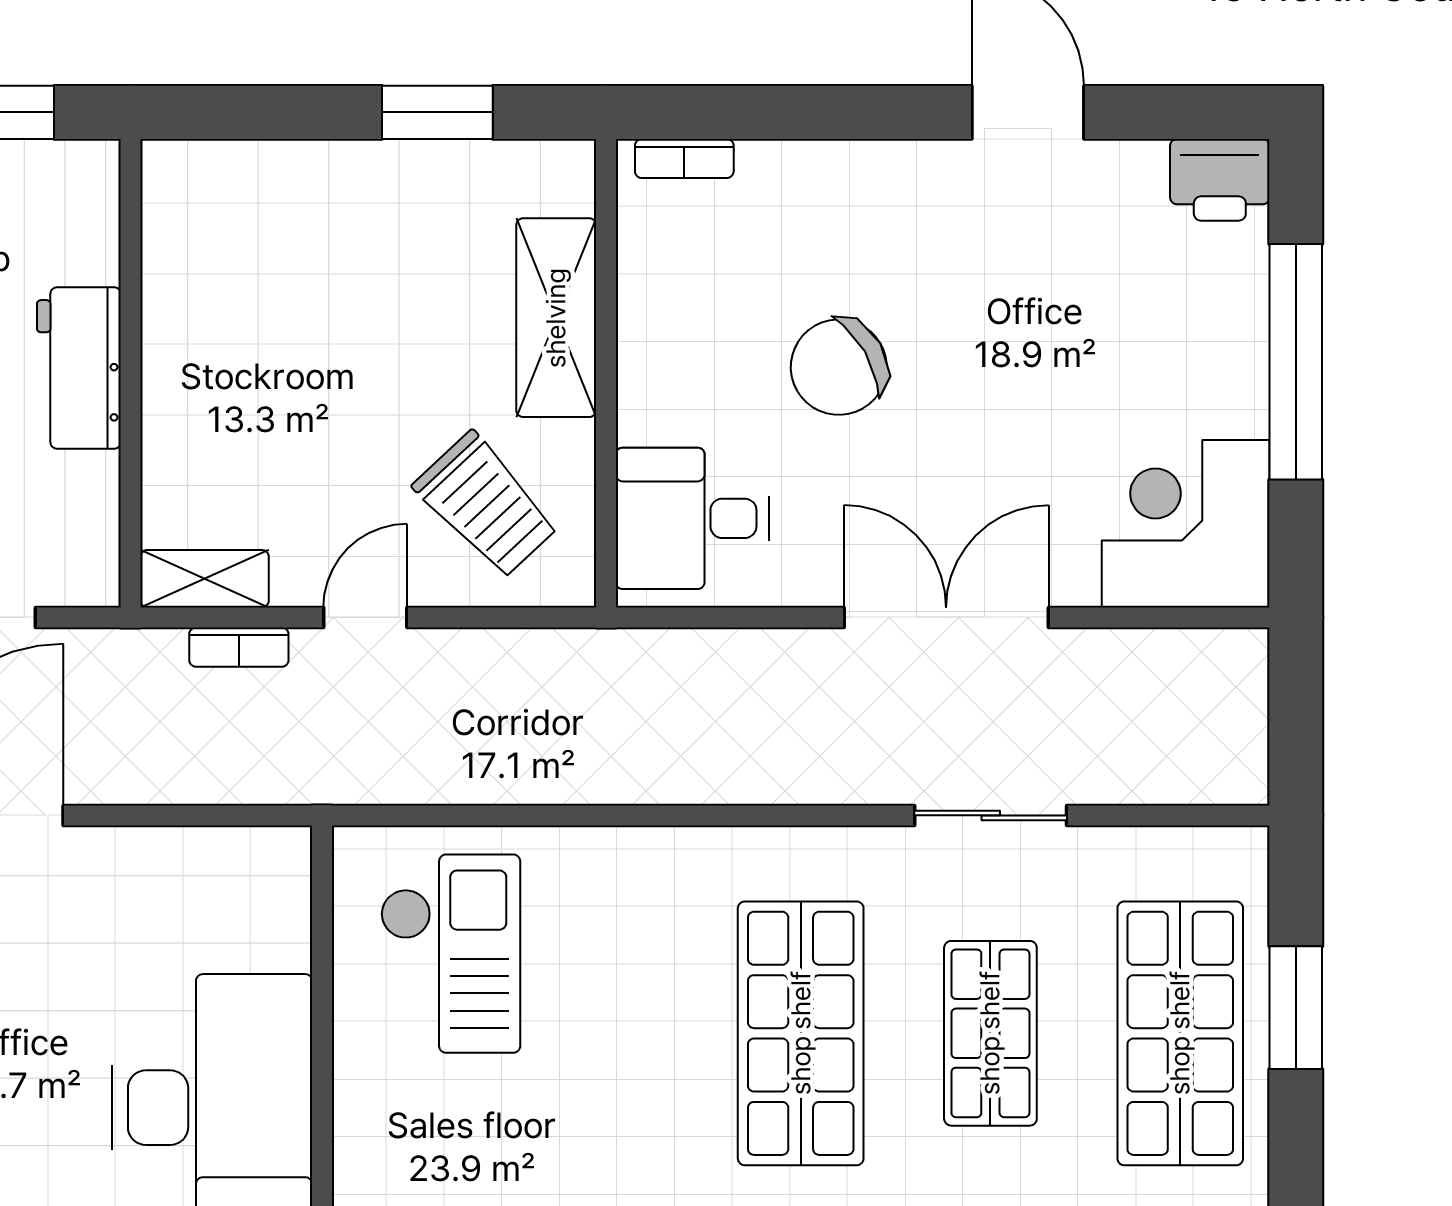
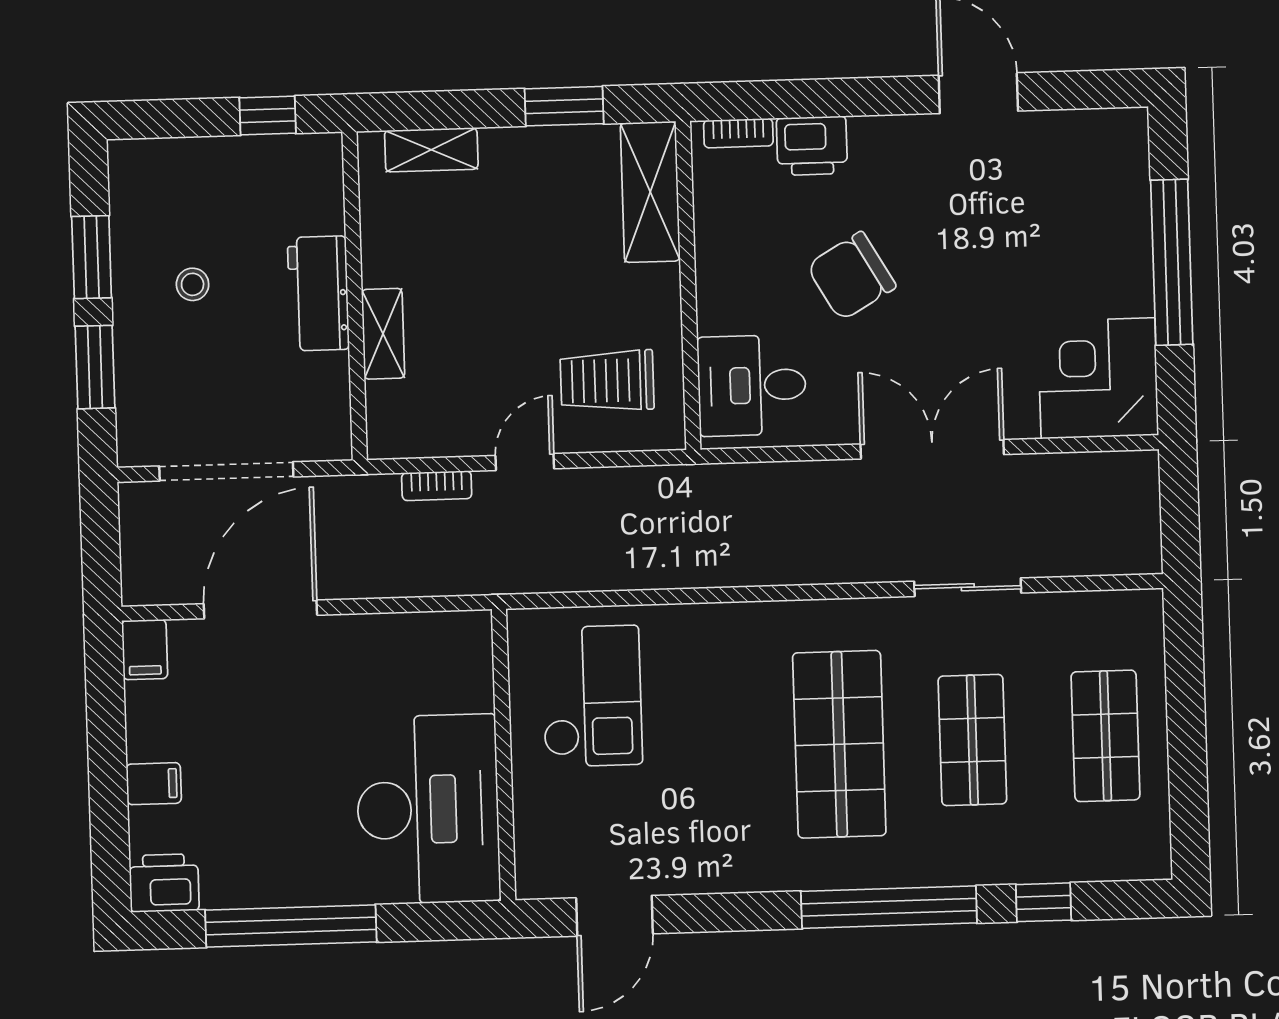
shelving: (246, 168) -> (431, 150), added
printer: (1220, 180) -> (812, 146), moved
shelving: (556, 318) -> (650, 192), moved
trolley: (486, 505) -> (607, 381), turned 133
shelving: (205, 579) -> (383, 334), moved, turned 90
window: (1296, 1008) -> (1186, 715), removed
shop shelf: (1180, 1033) -> (1105, 736), width x0.70, depth x0.74

